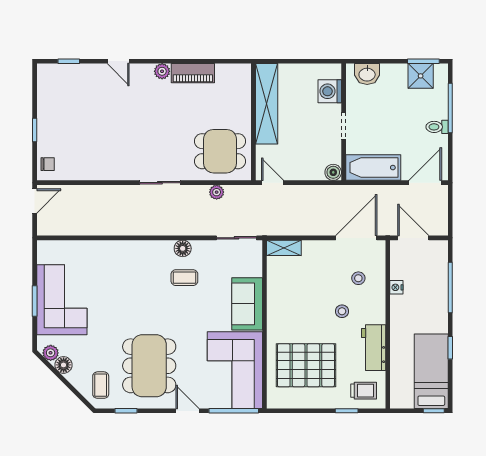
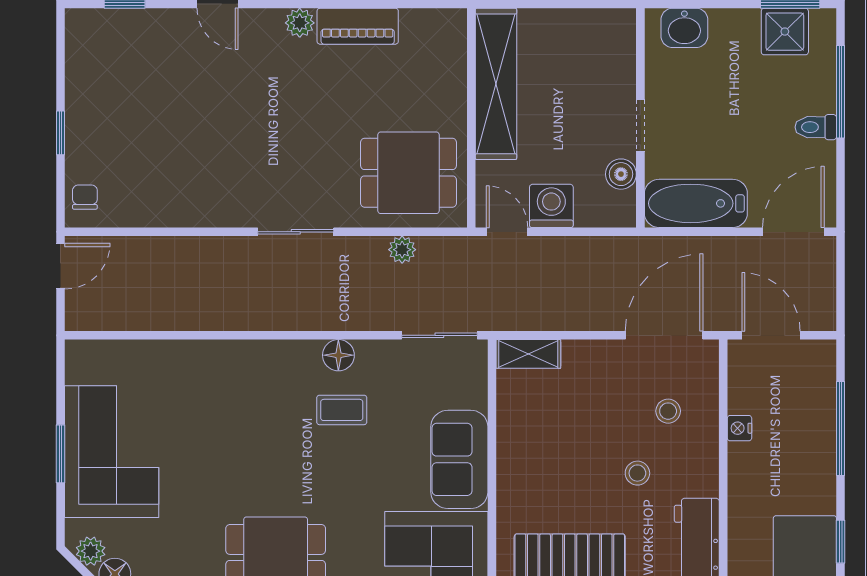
washing machine: (330, 91) -> (551, 206), moved, turned 90
chair: (48, 164) -> (85, 197), turned -90
boiler: (333, 172) -> (621, 174), moved

